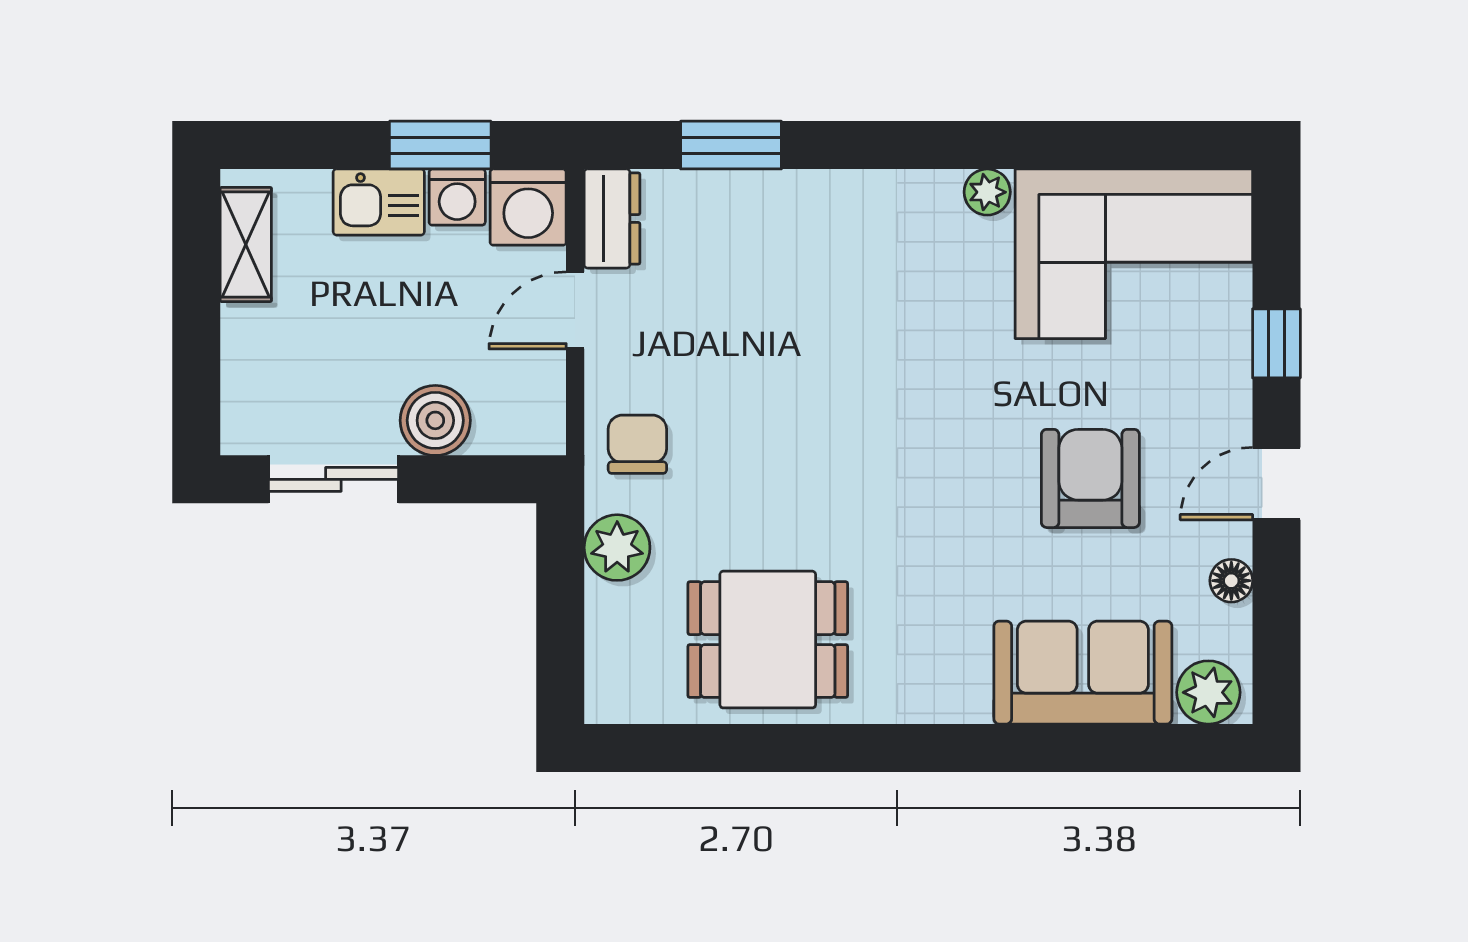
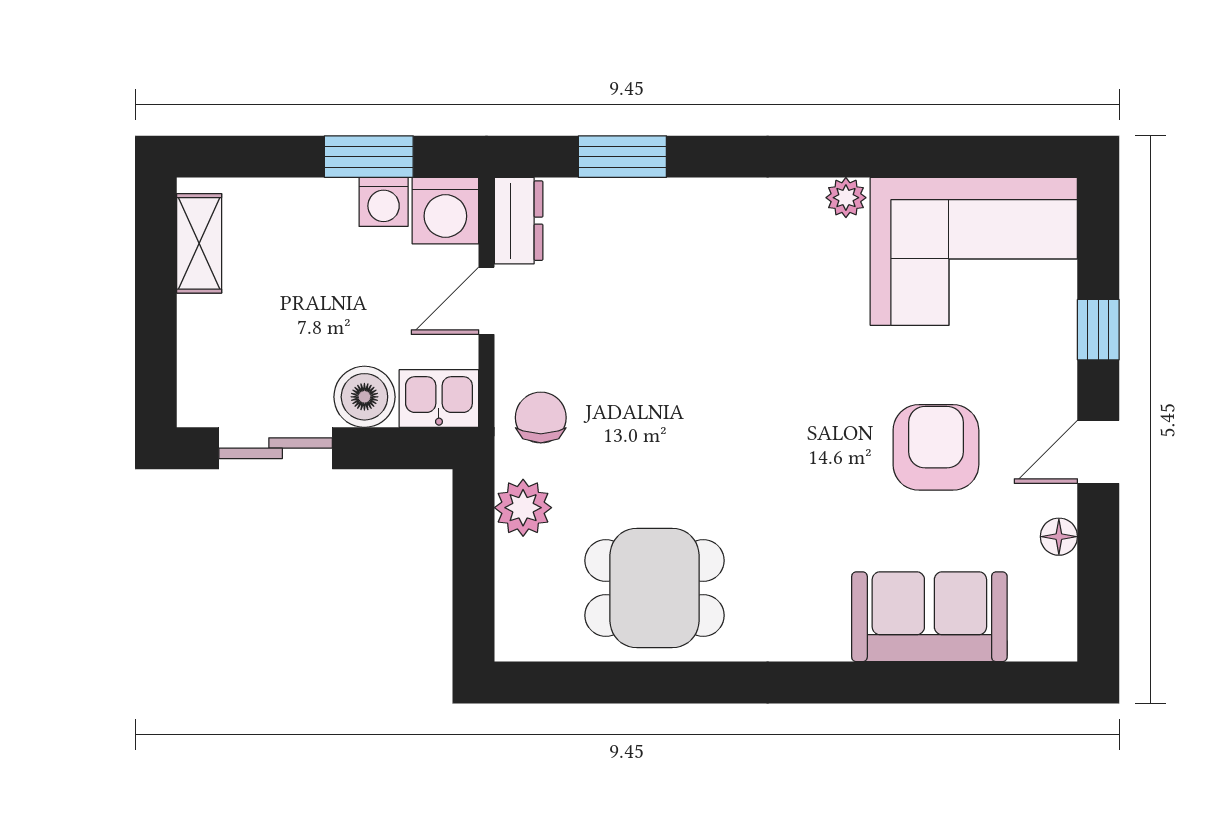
kitchen sink: (379, 202) -> (439, 399), moved, turned 180
plant: (1208, 692) -> (1039, 634), removed

